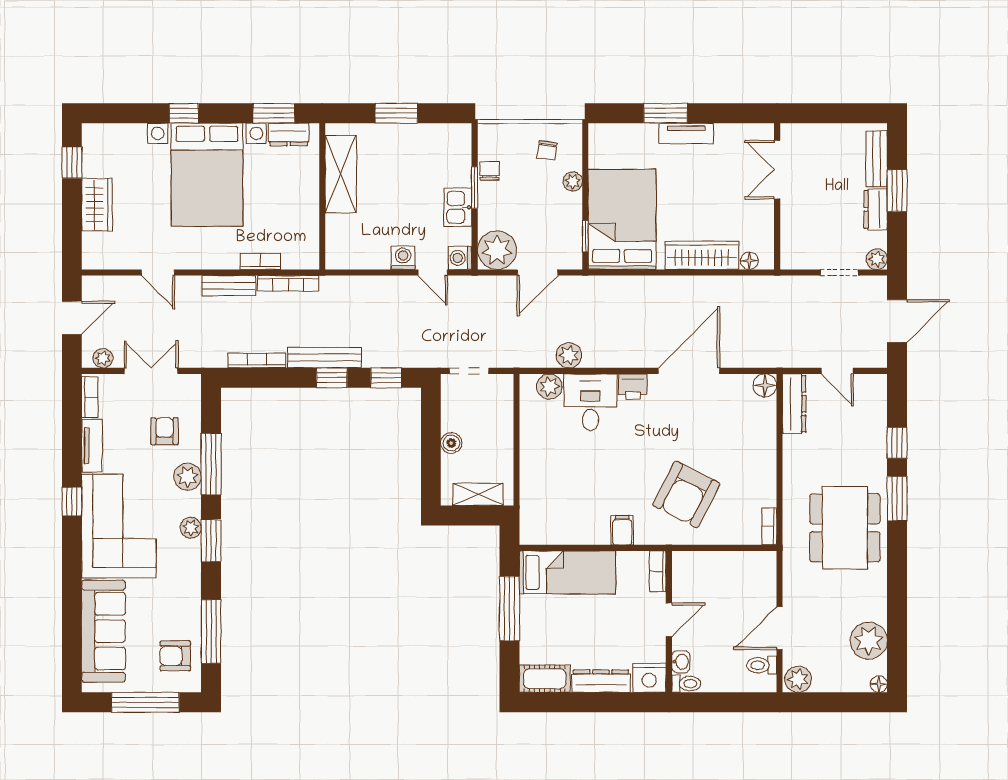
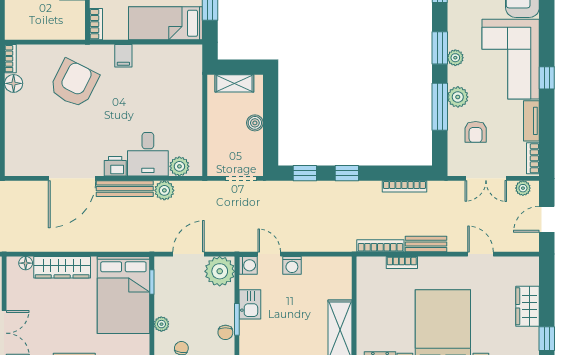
bench: (325, 358) -> (125, 189), moved
floor lamp: (765, 386) -> (14, 83), moved

